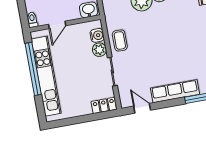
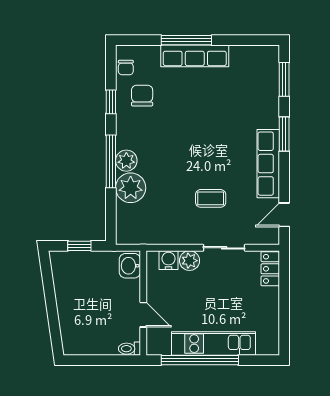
coffee table: (120, 40) -> (211, 198), moved
kitchen unit: (46, 76) -> (213, 344), width x0.73

